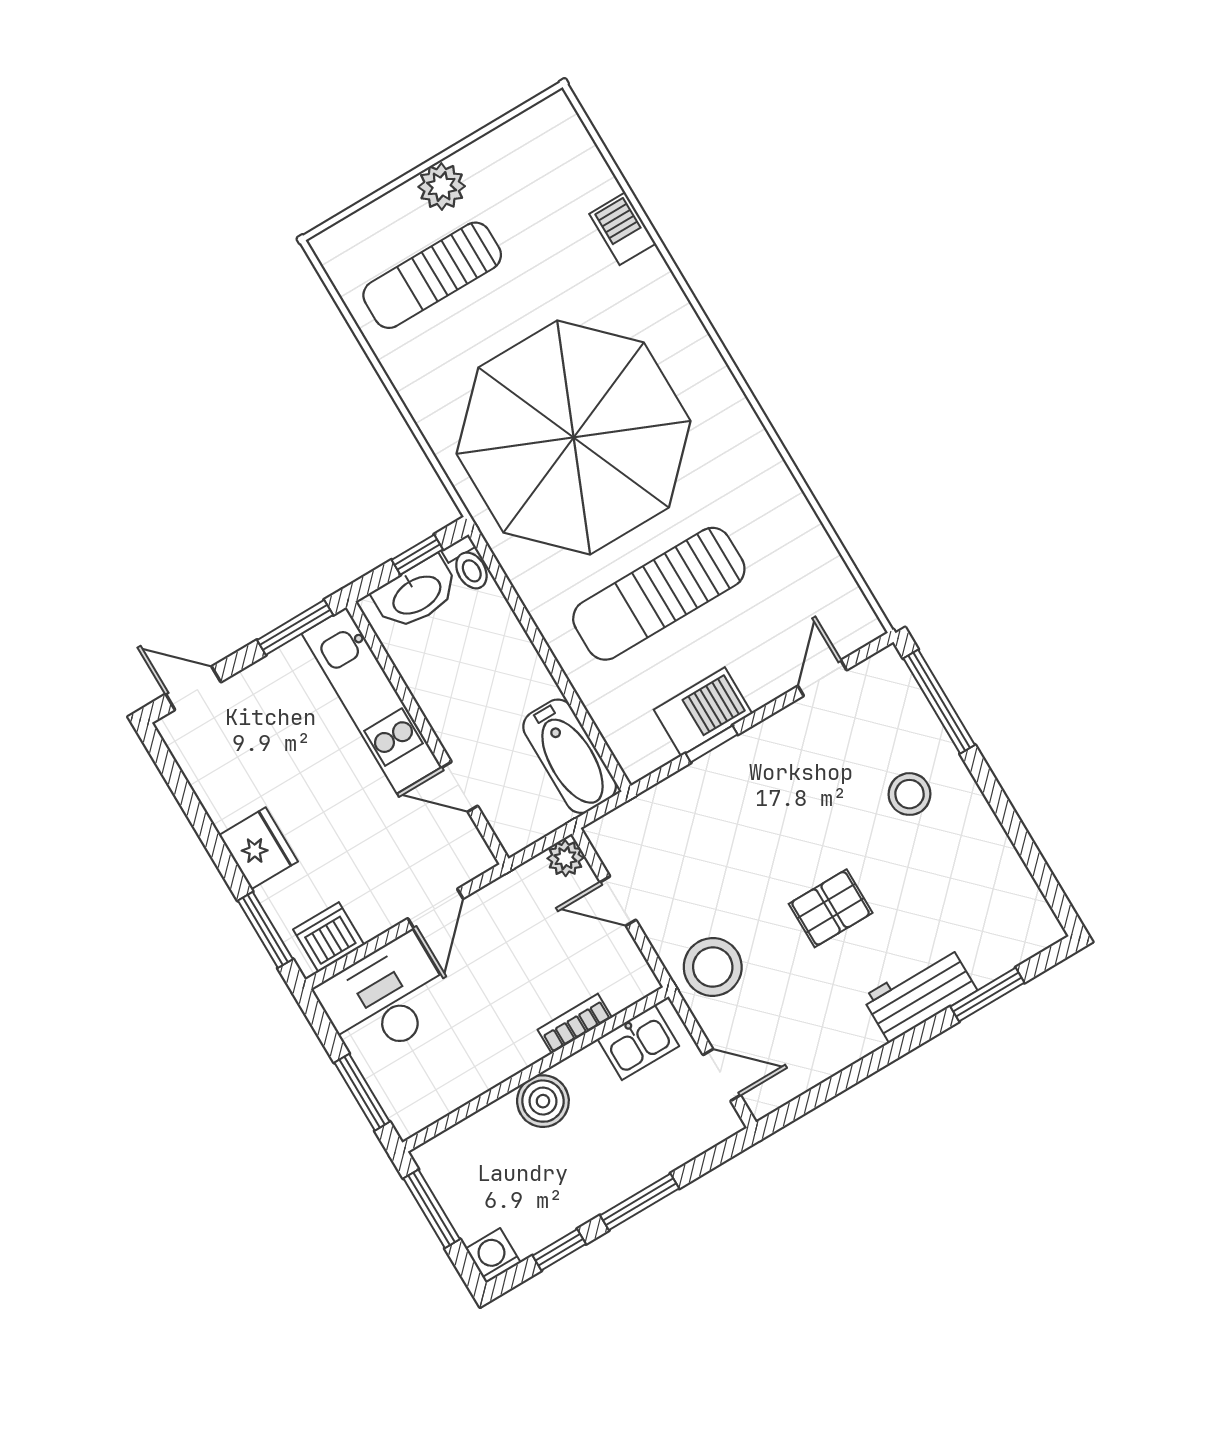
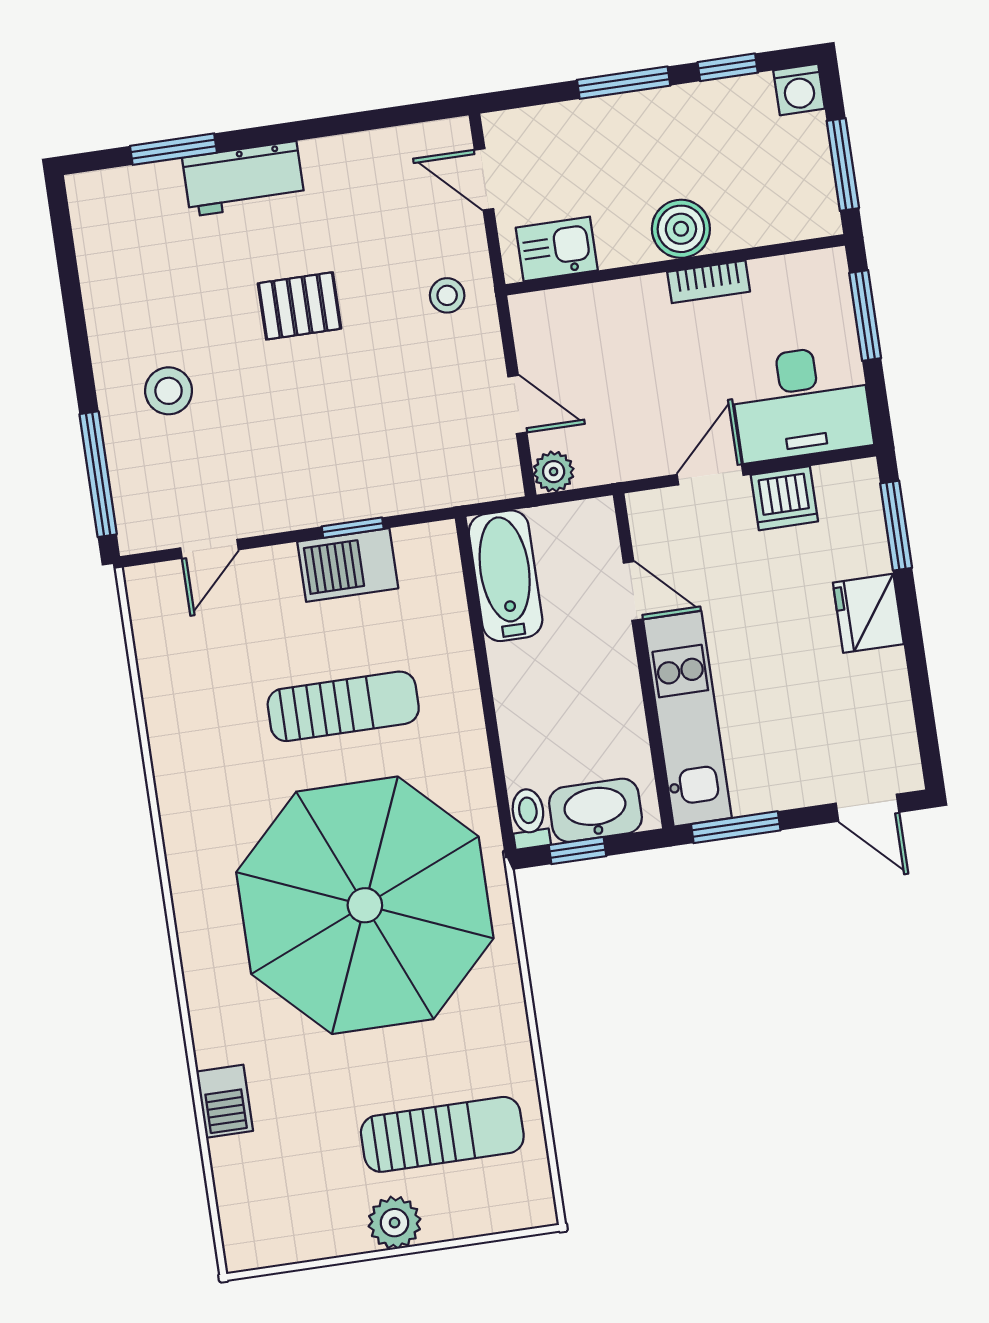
sun lounger: (659, 594) -> (343, 706), width x0.73, depth x0.75
dishwasher: (329, 937) -> (784, 498), moved
stool: (713, 967) -> (447, 295), width x0.53, depth x0.53
bookcase: (575, 1024) -> (709, 282), moved

